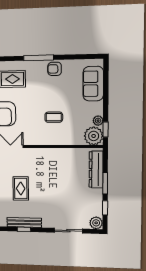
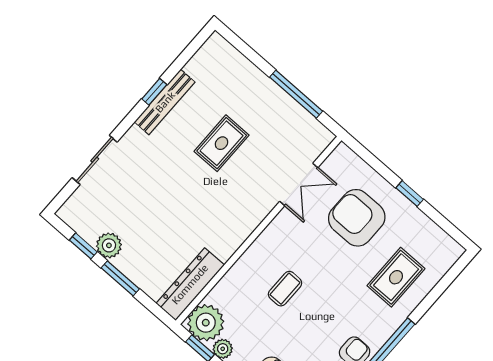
dresser: (96, 169) -> (190, 284), moved, turned -90
rug: (21, 188) -> (222, 143), turned 90
plant: (96, 223) -> (109, 245), moved

